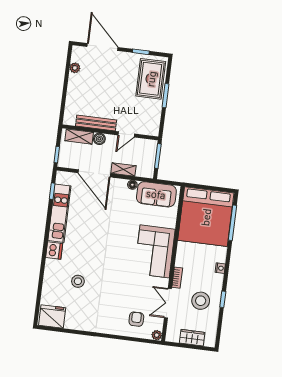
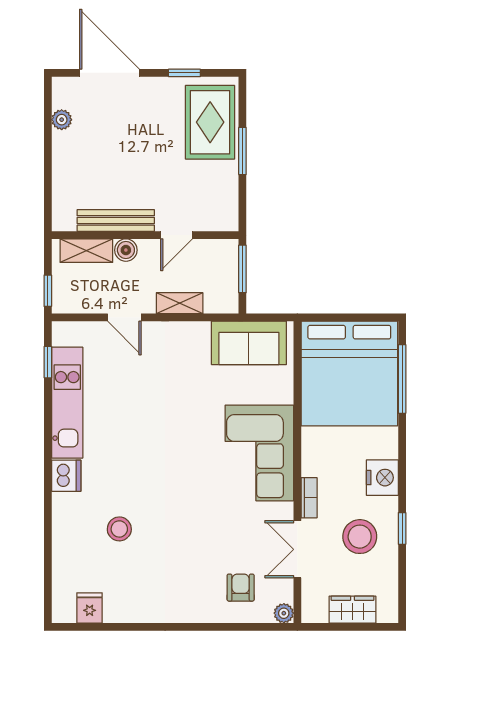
door: (94, 173) -> (124, 317), width x0.53
floor lamp: (132, 185) -> (200, 330), removed
nightstand: (220, 268) -> (382, 478), width x1.89, depth x1.79
fridge: (52, 316) -> (90, 608), width x0.53, depth x0.75

